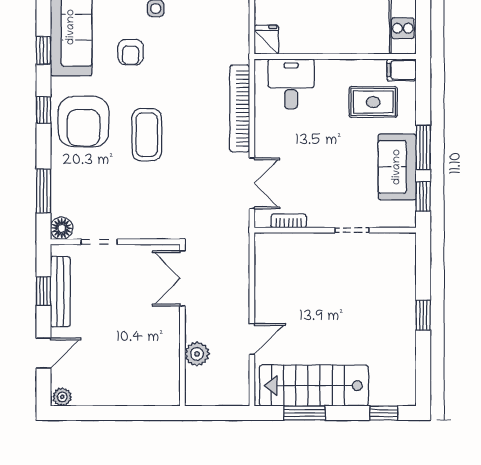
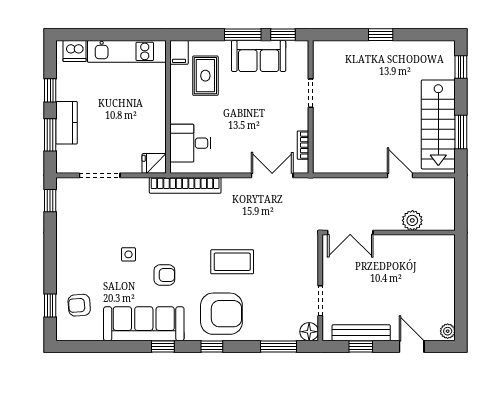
bookcase: (240, 108) -> (185, 185), moved

